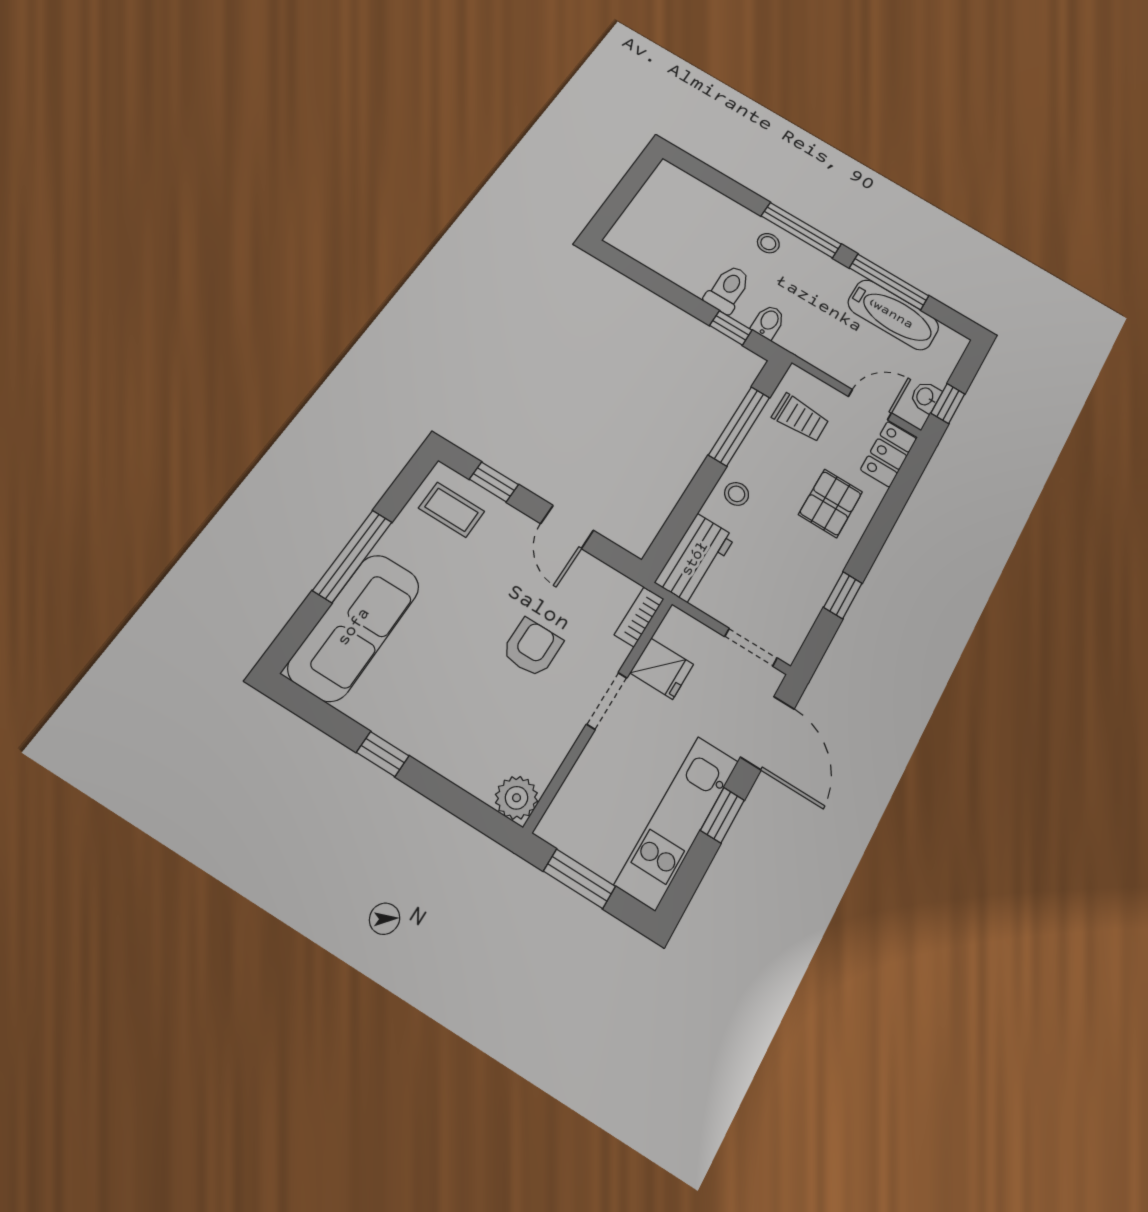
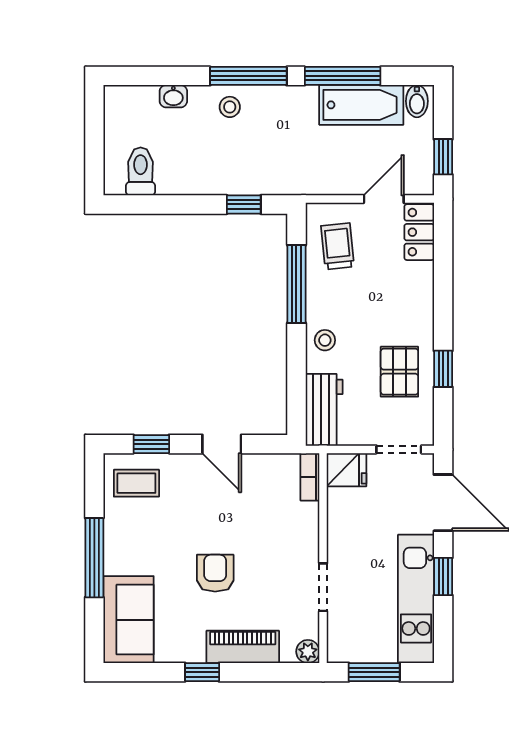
toilet: (728, 289) -> (141, 171), moved
bidet: (768, 322) -> (417, 101), moved, turned 180
washbasin: (925, 397) -> (173, 96), moved, turned -90
trolley: (800, 418) -> (338, 246), turned -96
pallet: (831, 503) -> (399, 372), moved
sofa: (354, 627) -> (129, 620), width x0.73
armchair: (532, 648) -> (215, 573), moved
fridge: (662, 669) -> (346, 470), moved
doorway: (607, 701) -> (323, 587), moved
piano: (448, 754) -> (243, 647), added
plant: (517, 798) -> (308, 652), width x0.73, depth x0.73

